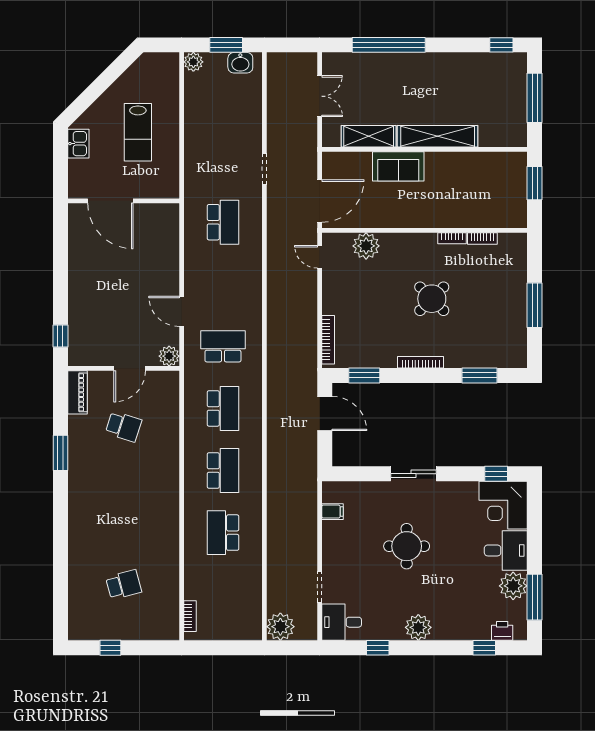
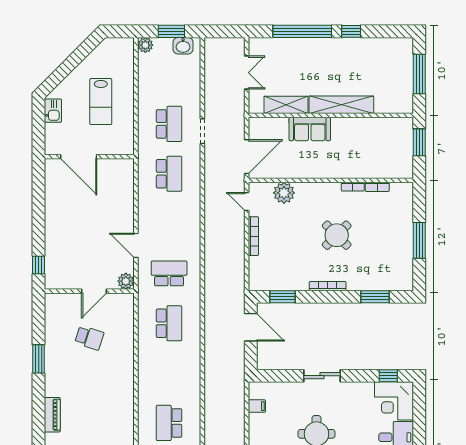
window: (501, 45) -> (351, 31), moved
bookcase: (328, 340) -> (253, 236), moved
piano: (77, 392) -> (52, 415), moved
school desk: (223, 471) -> (169, 124), moved

